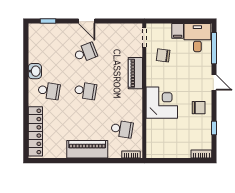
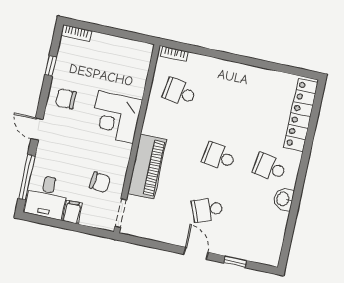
window: (48, 21) -> (235, 262), moved
piano: (135, 73) -> (147, 167), width x1.37, depth x1.33
piano: (87, 149) -> (234, 74), removed

